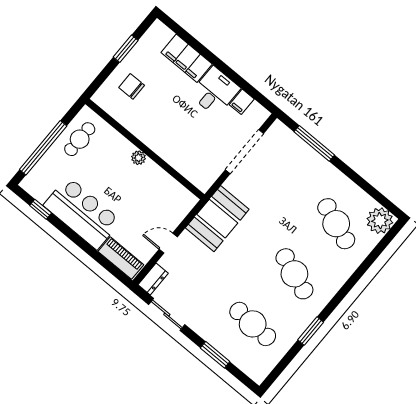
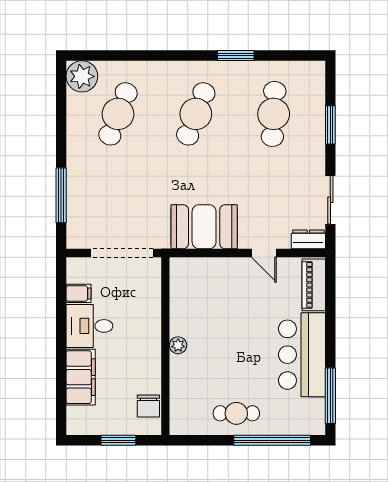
wall: (145, 149) -> (165, 346), moved
plant: (139, 158) -> (178, 345), moved
window: (41, 209) -> (330, 396), width x2.17

